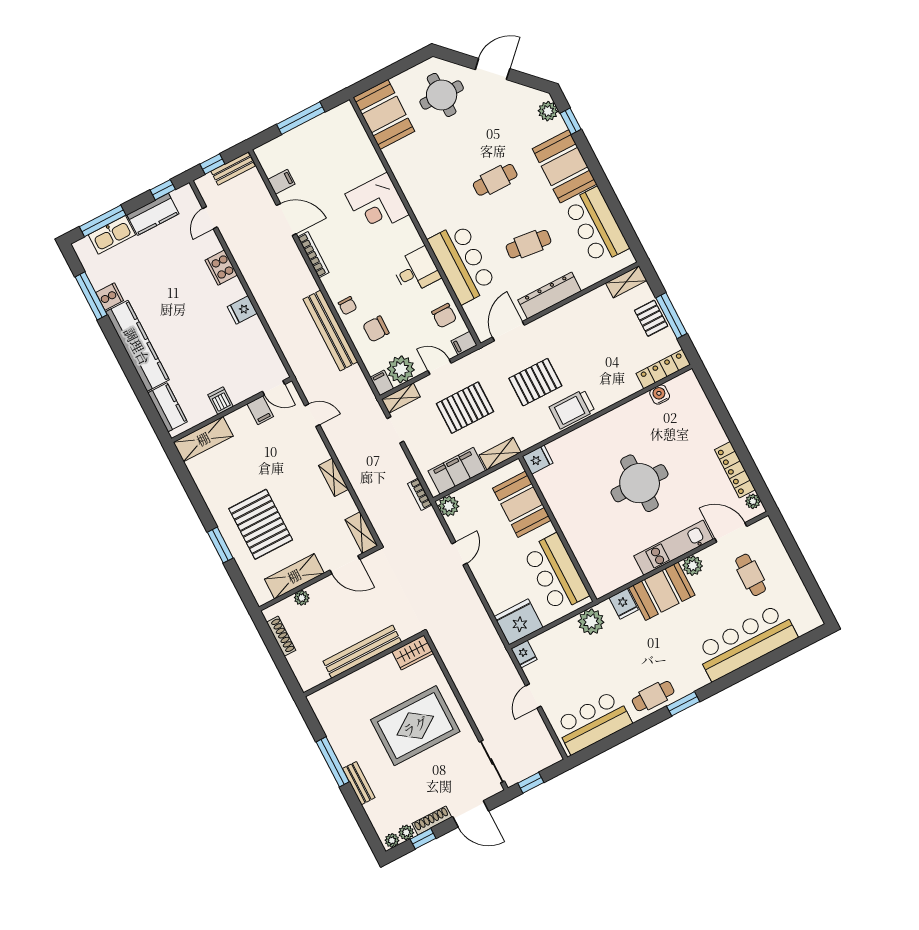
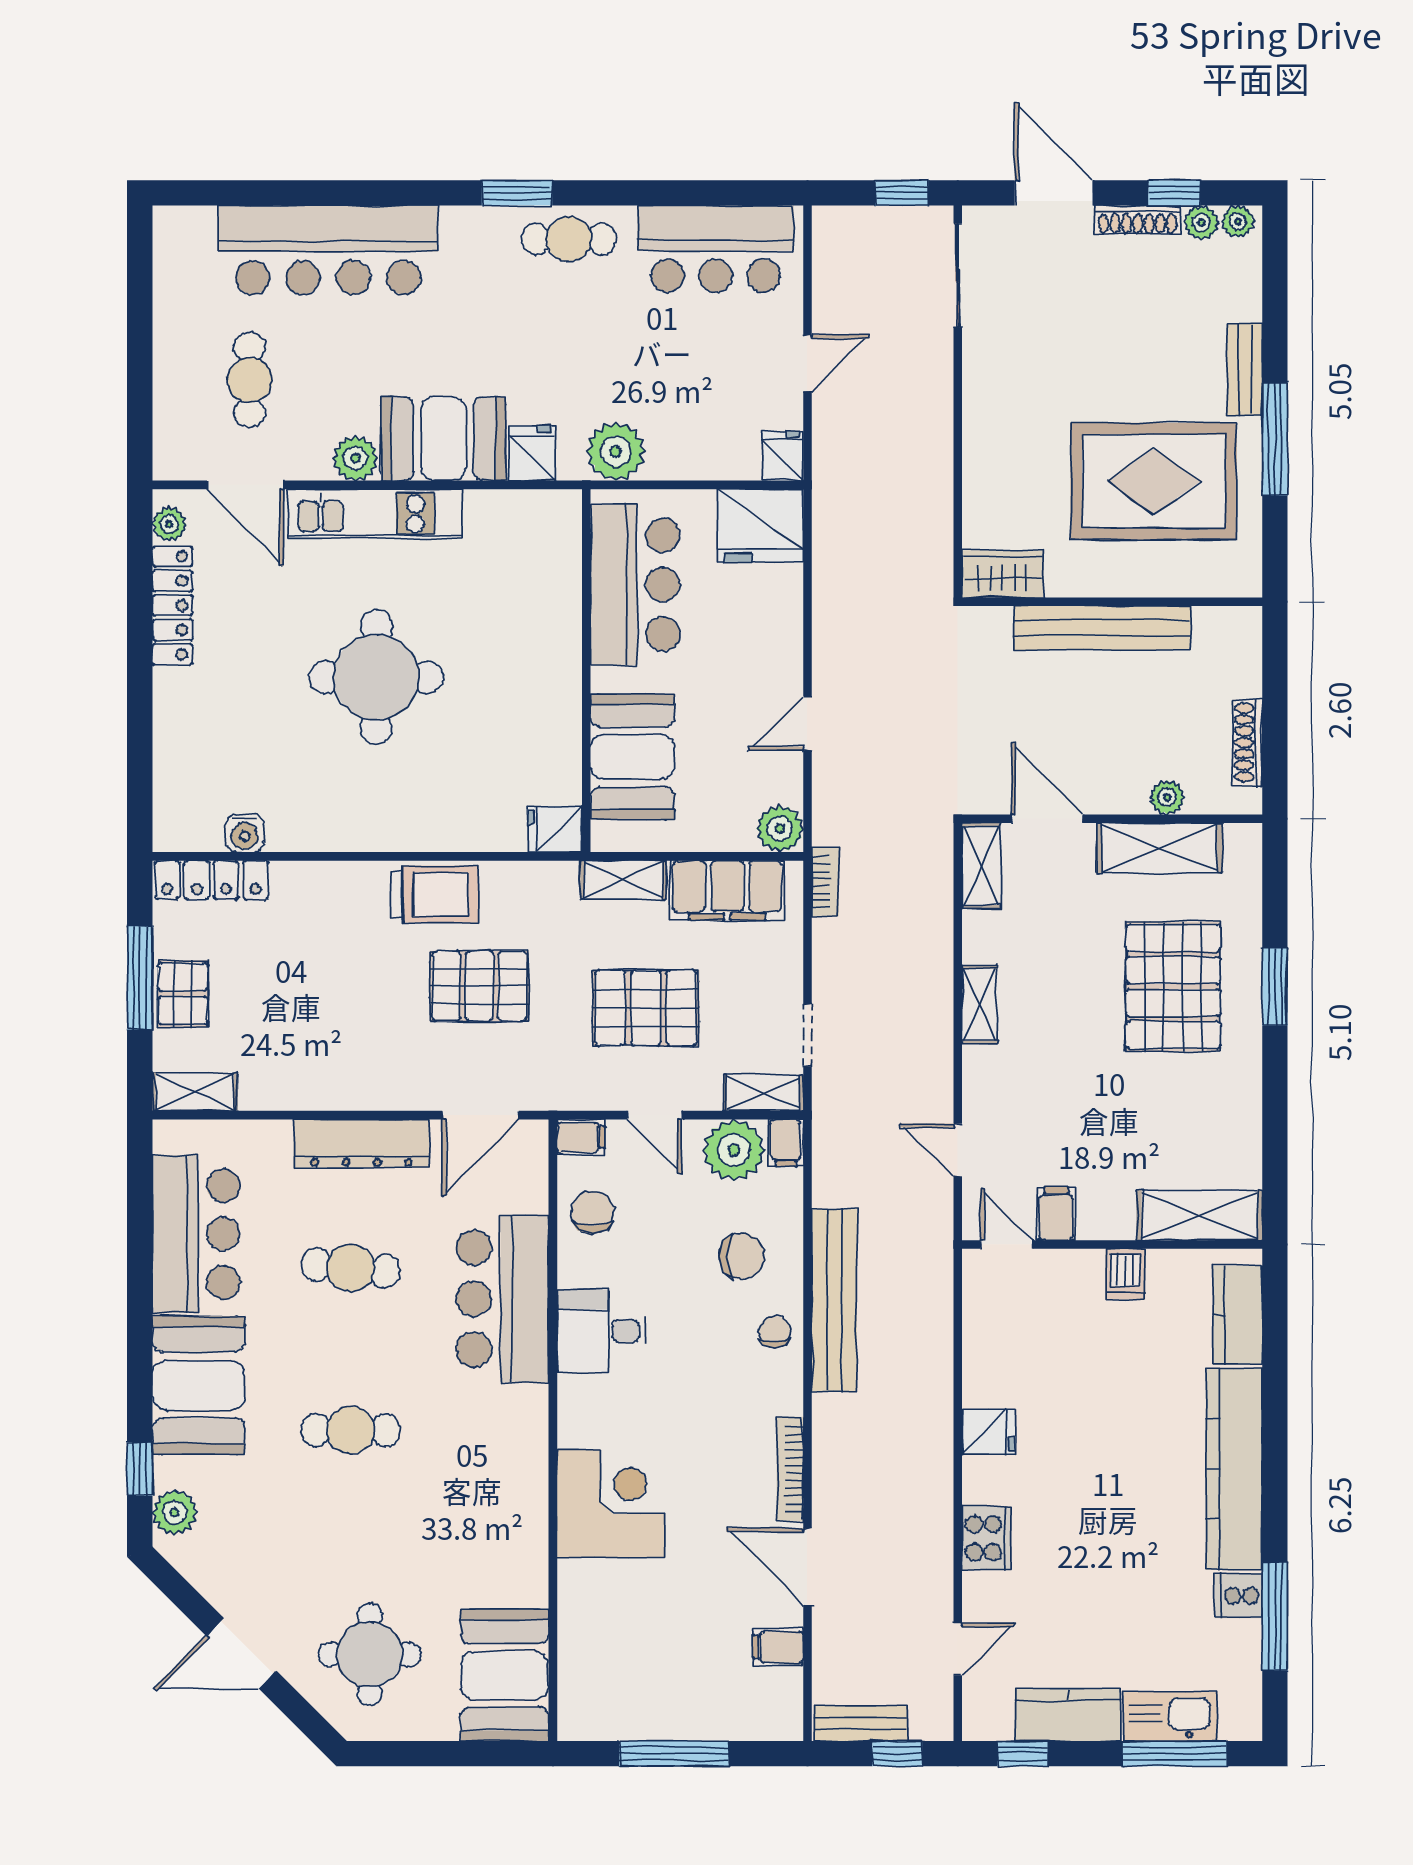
rug: (415, 726) -> (1154, 481), moved

